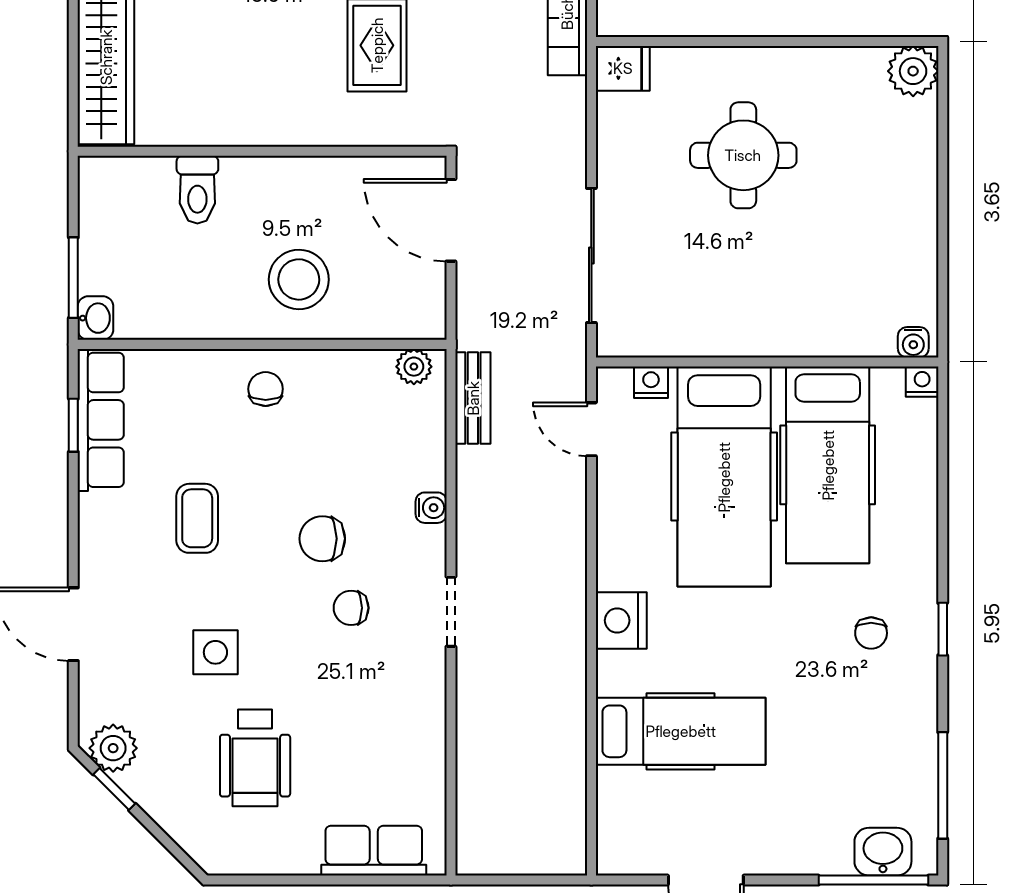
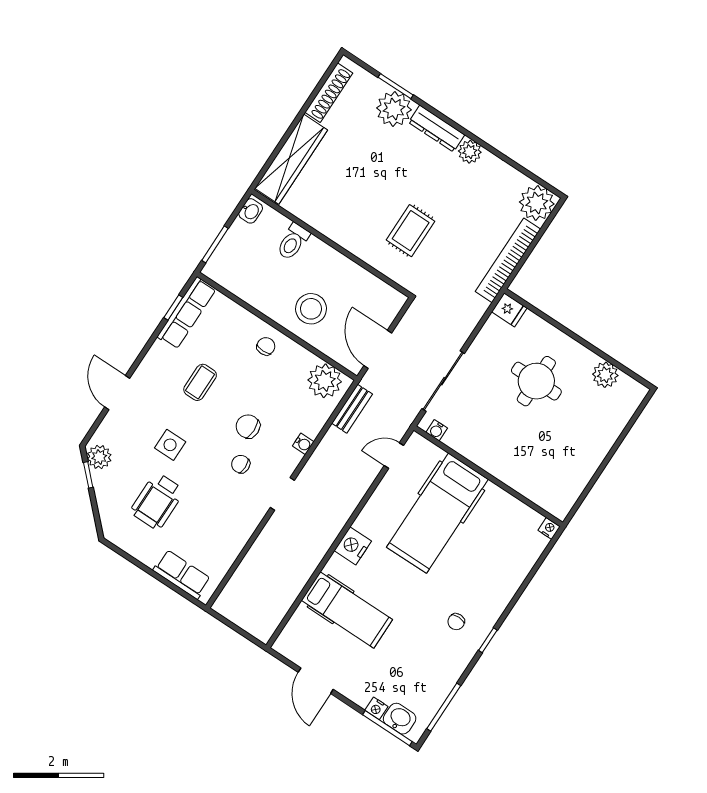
plant: (913, 71) -> (605, 375), moved
door: (451, 220) -> (378, 349), moved
washbasin: (95, 318) -> (251, 211), moved
water cooler: (913, 342) -> (437, 430), moved
plant: (414, 367) -> (325, 381), width x1.88, depth x1.88
nightstand: (651, 382) -> (376, 708), moved, turned 180
door: (591, 429) -> (394, 456), hinge flipped
hospital bed: (828, 465) -> (485, 537), removed

